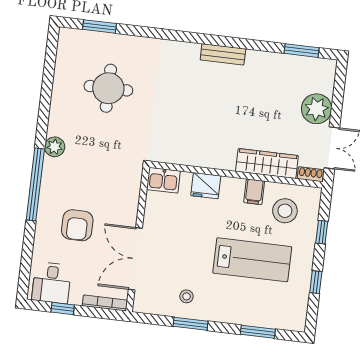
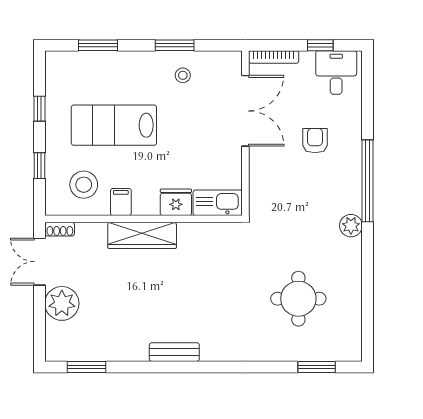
wardrobe: (267, 164) -> (142, 235), moved
kitchen sink: (163, 180) -> (218, 203), width x1.38
armchair: (77, 225) -> (315, 141), width x0.72, depth x0.72

